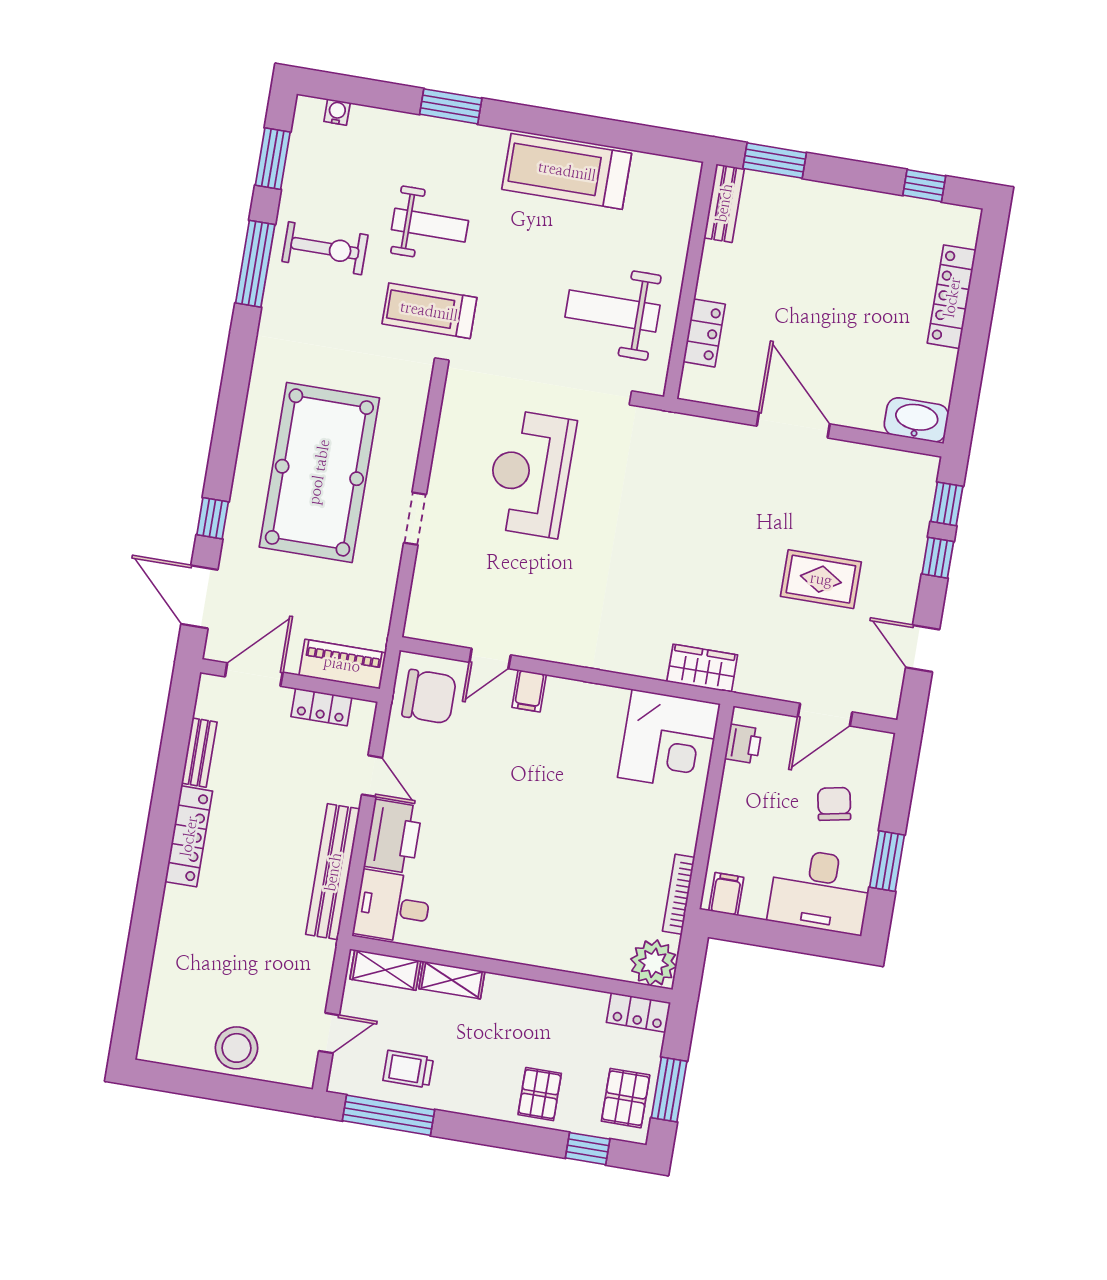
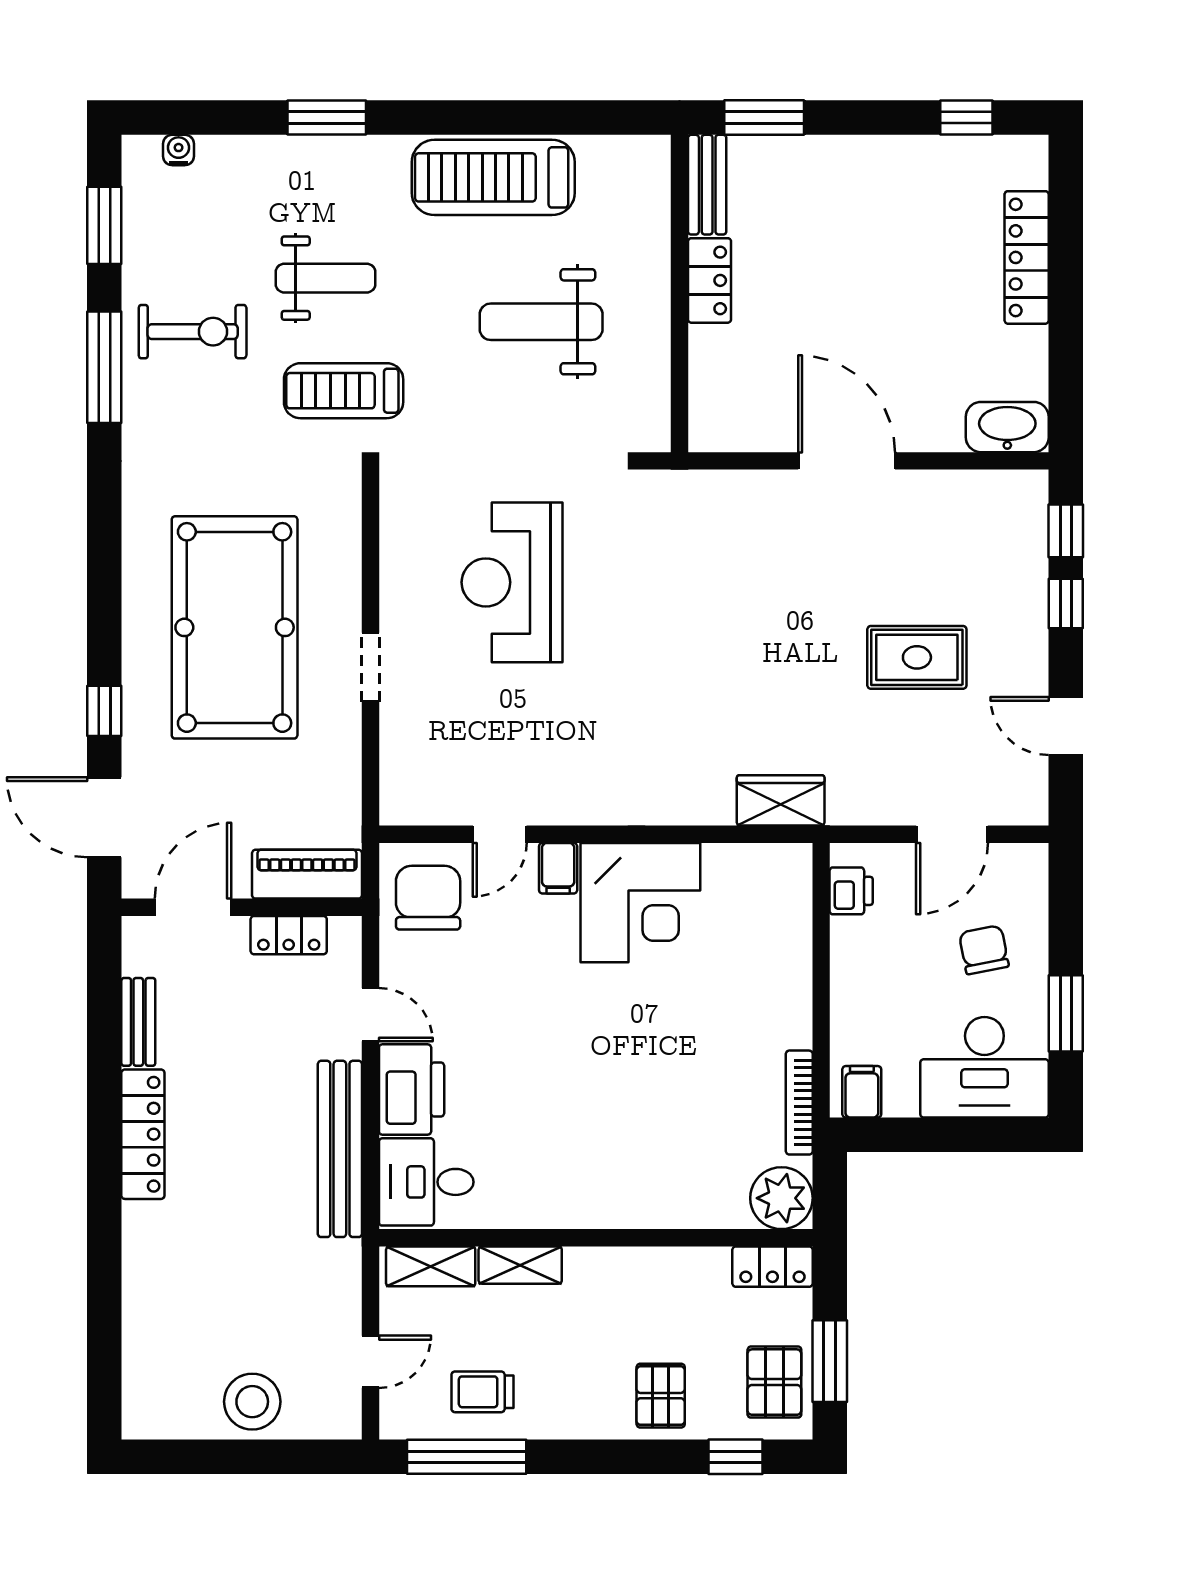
weight bench: (612, 311) -> (541, 322), moved
locker: (704, 333) -> (709, 280), moved
chair: (429, 697) -> (428, 898), turned -90
corner desk: (669, 740) -> (640, 903), moved

